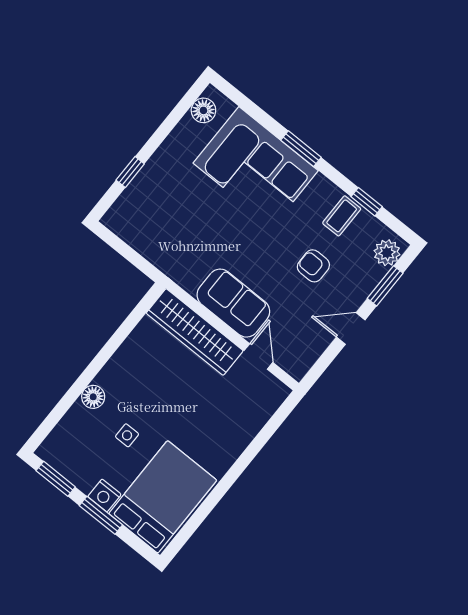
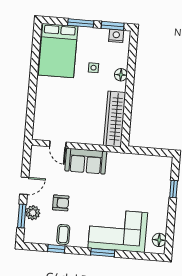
plant: (387, 253) -> (33, 213), moved
wardrobe: (195, 332) -> (115, 119), moved, turned -90
nightstand: (104, 495) -> (116, 36), moved

